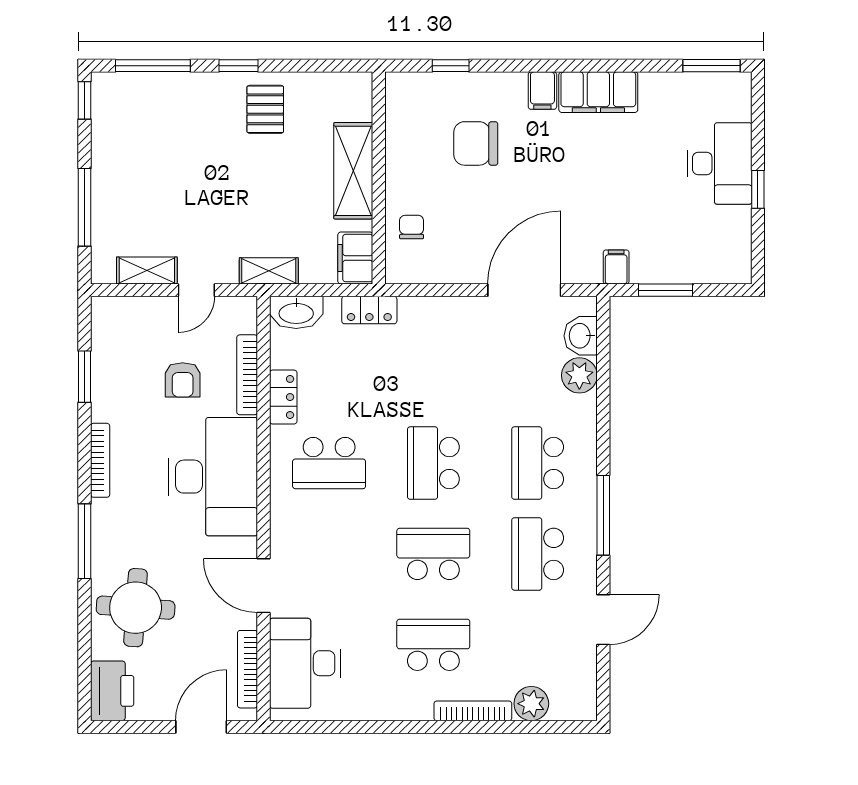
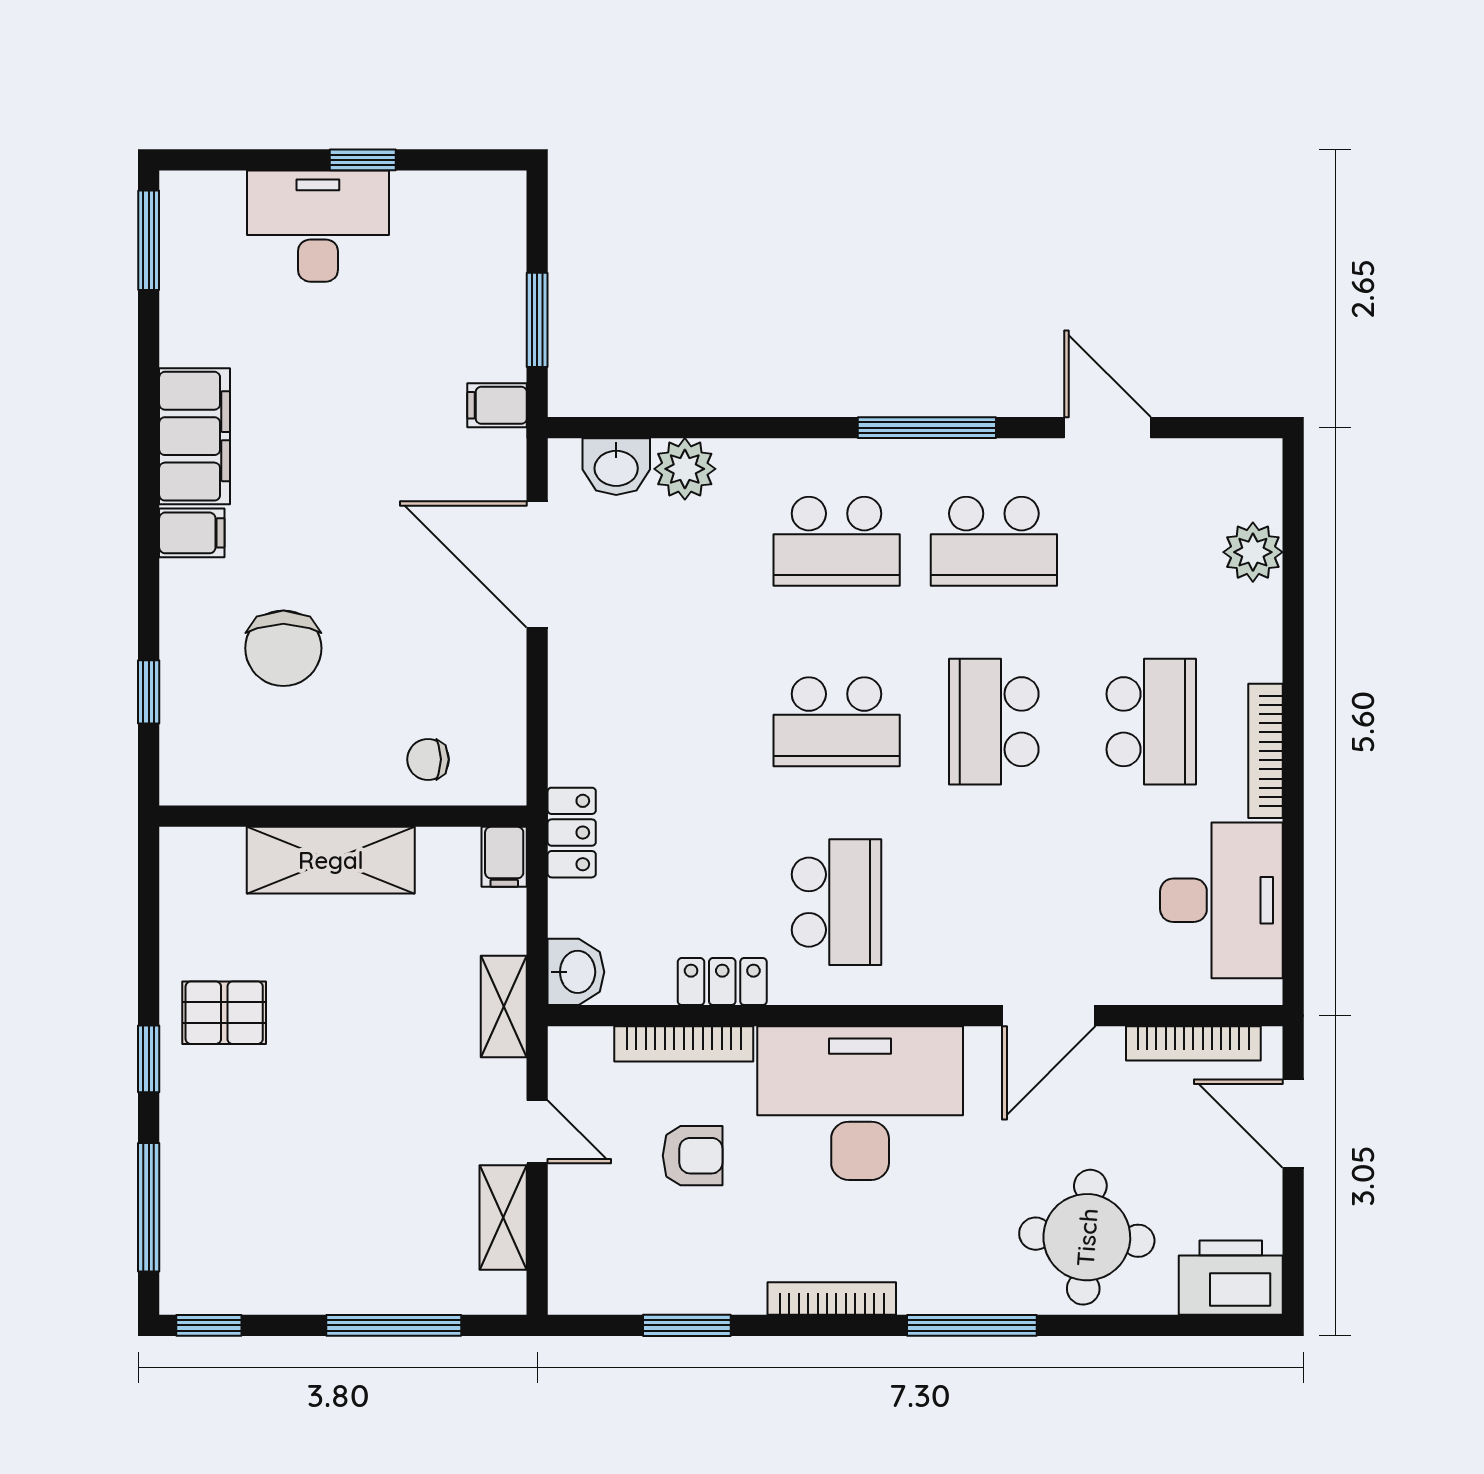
filing cabinet: (355, 258) -> (504, 857), width x0.50
washbasin: (296, 312) -> (576, 972), width x0.72
school desk: (433, 645) -> (1151, 722), turned 180
desk: (305, 663) -> (1221, 900), moved, turned -90
bookcase: (473, 711) -> (1265, 751), moved

